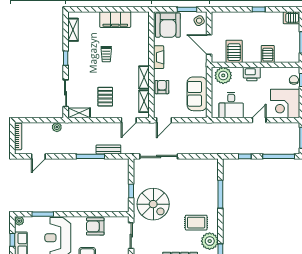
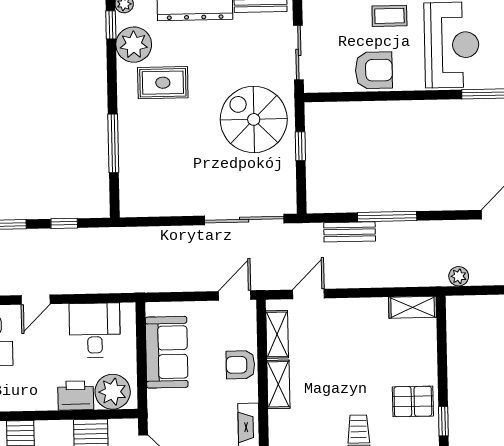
printer: (252, 74) -> (76, 396), moved
armchair: (162, 87) -> (240, 365), turned 90
sliding door: (66, 93) -> (442, 348), removed
pallet: (105, 97) -> (413, 401), moved, turned 90

